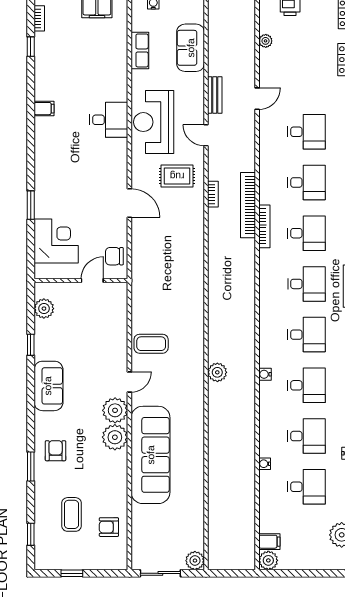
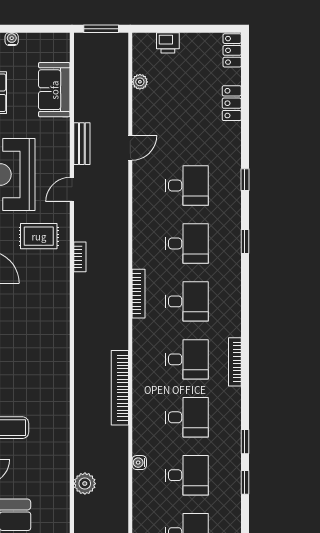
door: (206, 135) -> (72, 190), hinge flipped
bookcase: (248, 205) -> (120, 388), moved
plant: (217, 372) -> (85, 484), moved

